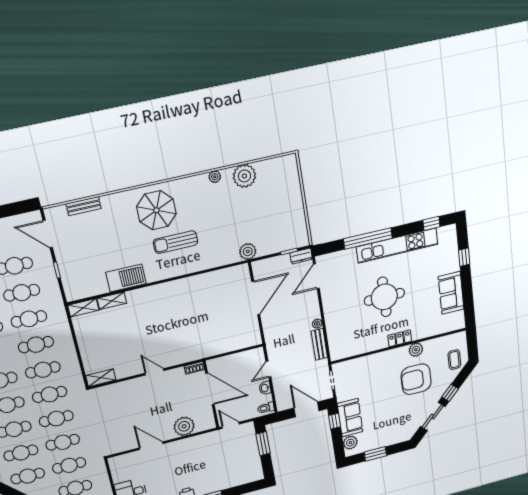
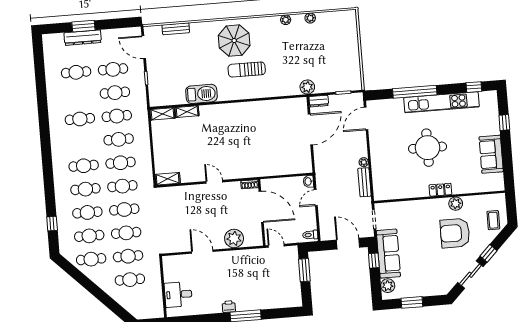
plant: (244, 176) -> (310, 18), width x0.53, depth x0.53
dresser: (301, 256) -> (319, 101), moved
washbasin: (265, 388) -> (308, 181), moved
sofa: (350, 418) -> (388, 254), width x1.36

